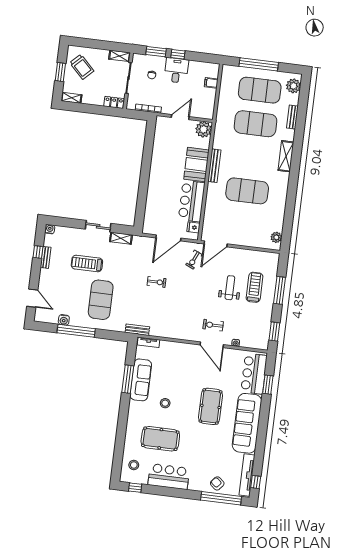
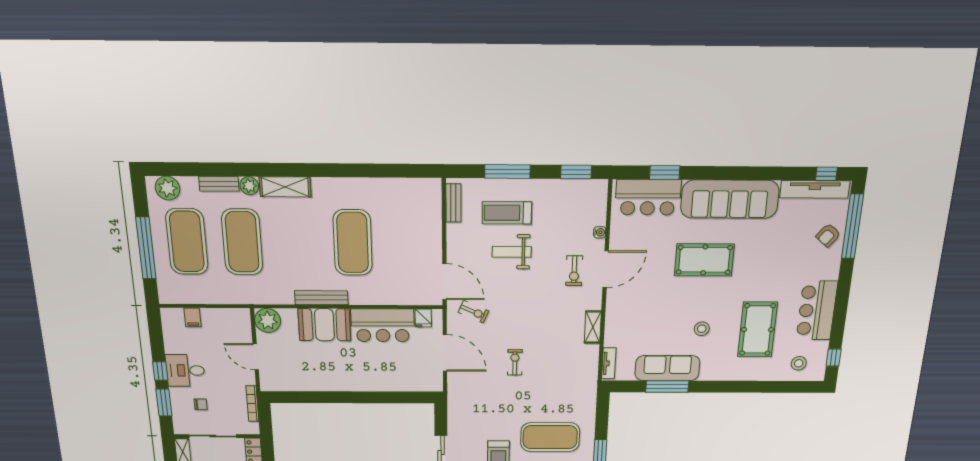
plant: (276, 237) -> (249, 186), moved
shelving: (121, 238) -> (593, 327), moved
bench: (137, 330) -> (453, 203), moved

